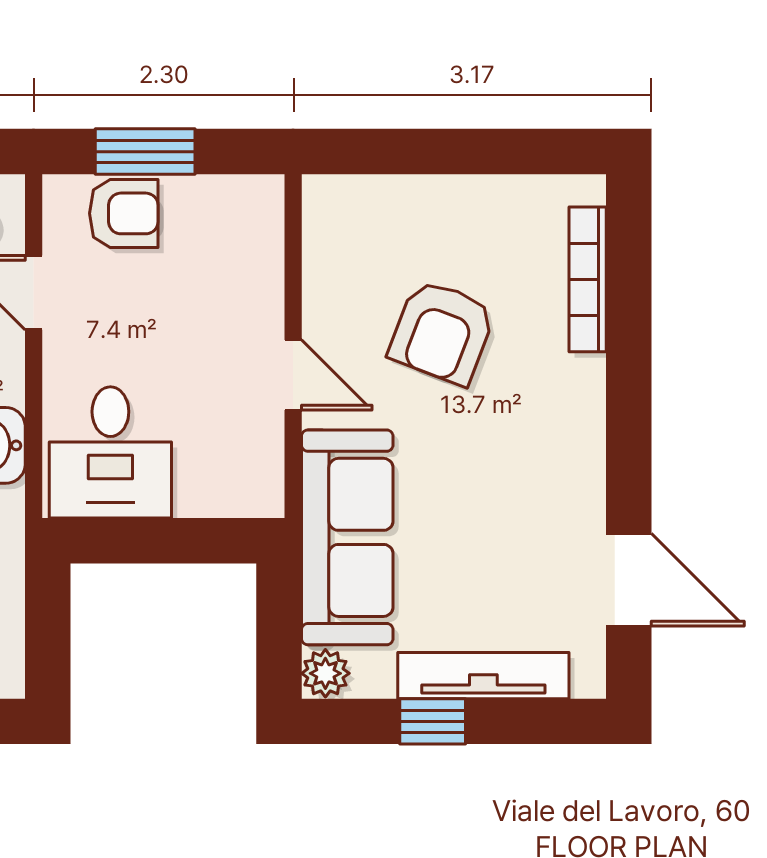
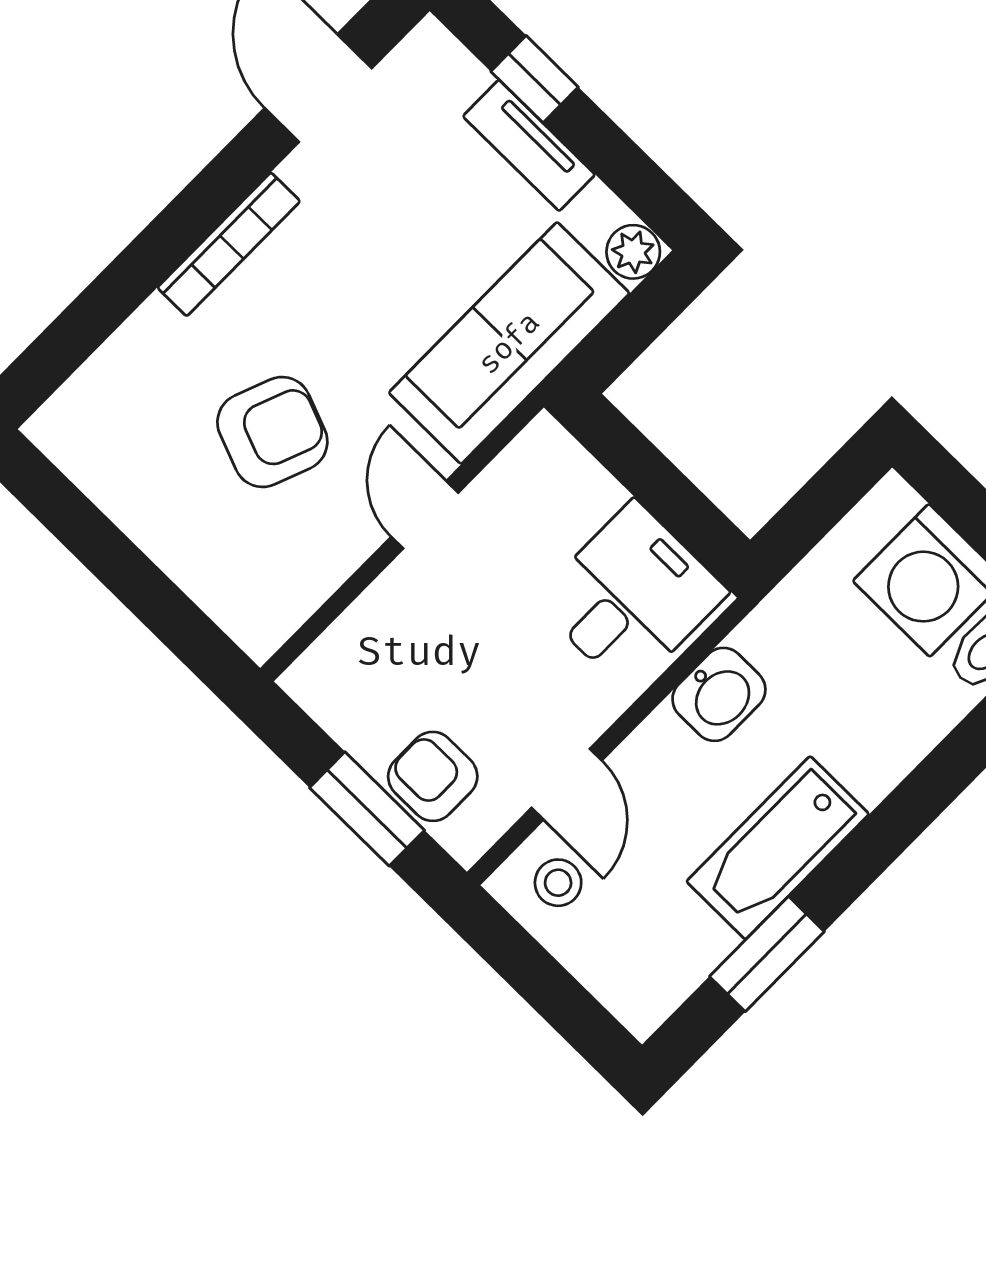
bookcase: (588, 279) -> (229, 244), moved
tv unit: (483, 676) -> (529, 145), width x0.71
window: (433, 721) -> (535, 79), moved

